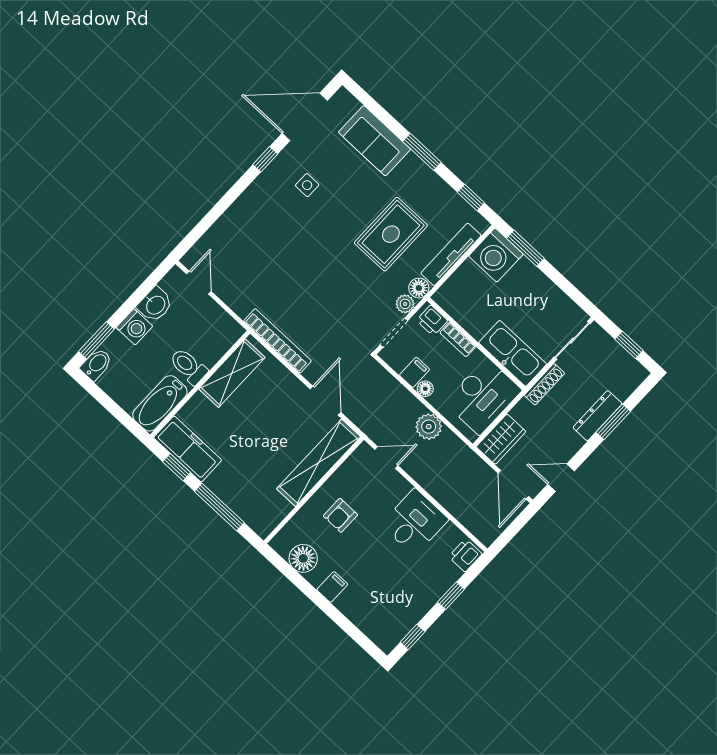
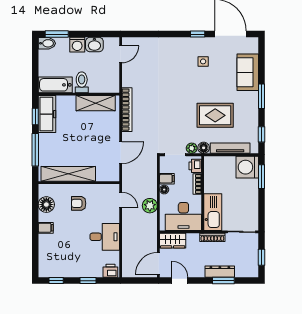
shelving: (319, 463) -> (68, 174), moved

